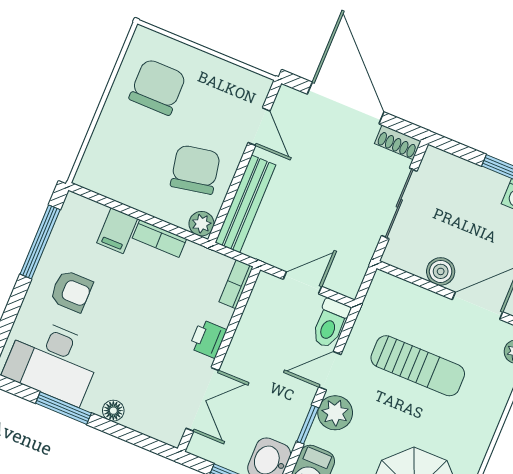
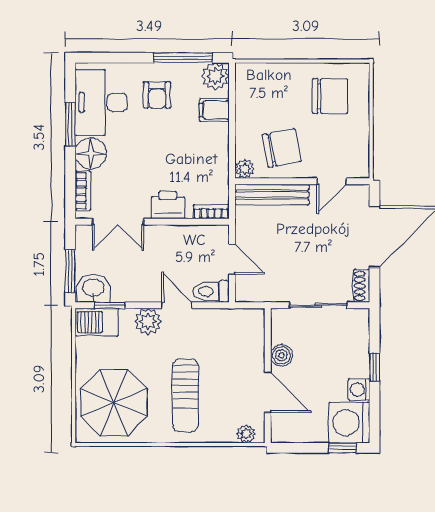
plant: (78, 213) -> (215, 76), added
bookcase: (159, 239) -> (83, 191), moved, turned 180
printer: (208, 339) -> (168, 205), width x1.36, depth x1.24
sun lounger: (418, 366) -> (185, 395), moved
floor lamp: (113, 411) -> (91, 154), width x1.89, depth x1.89
window: (308, 425) -> (110, 305), moved

